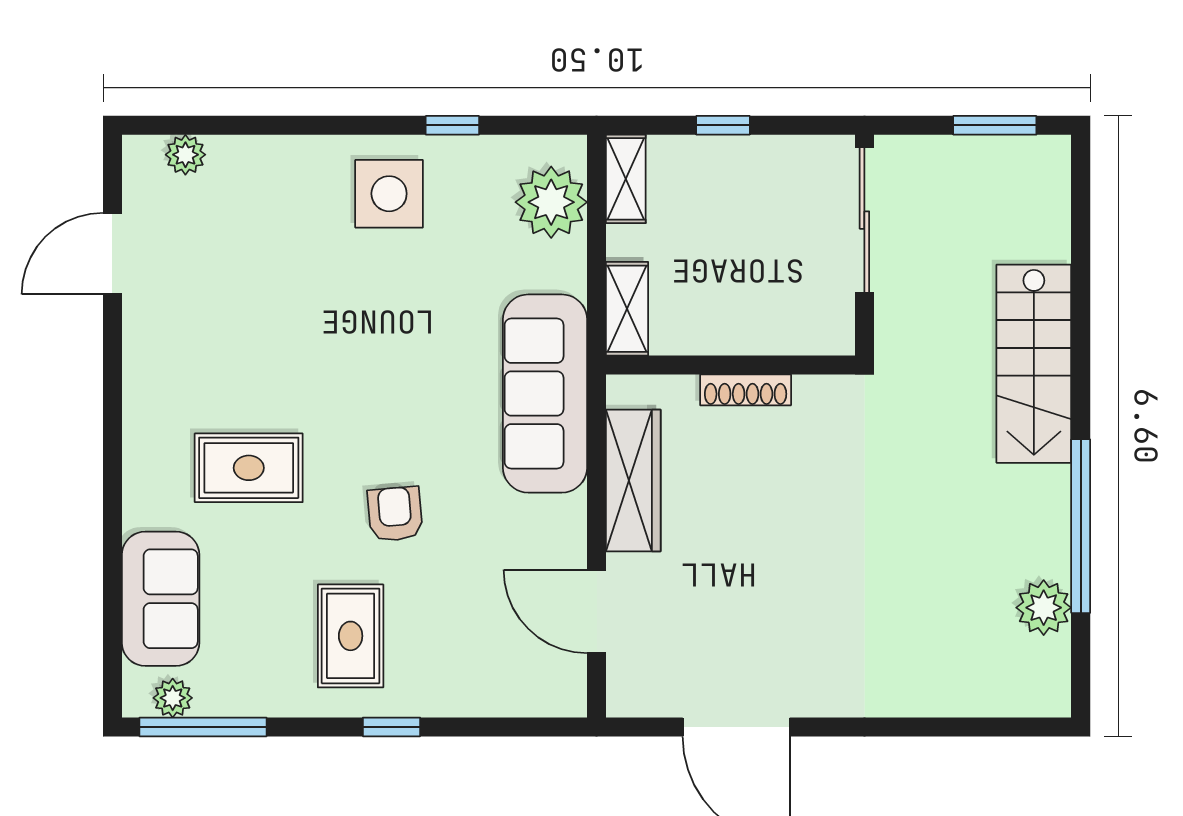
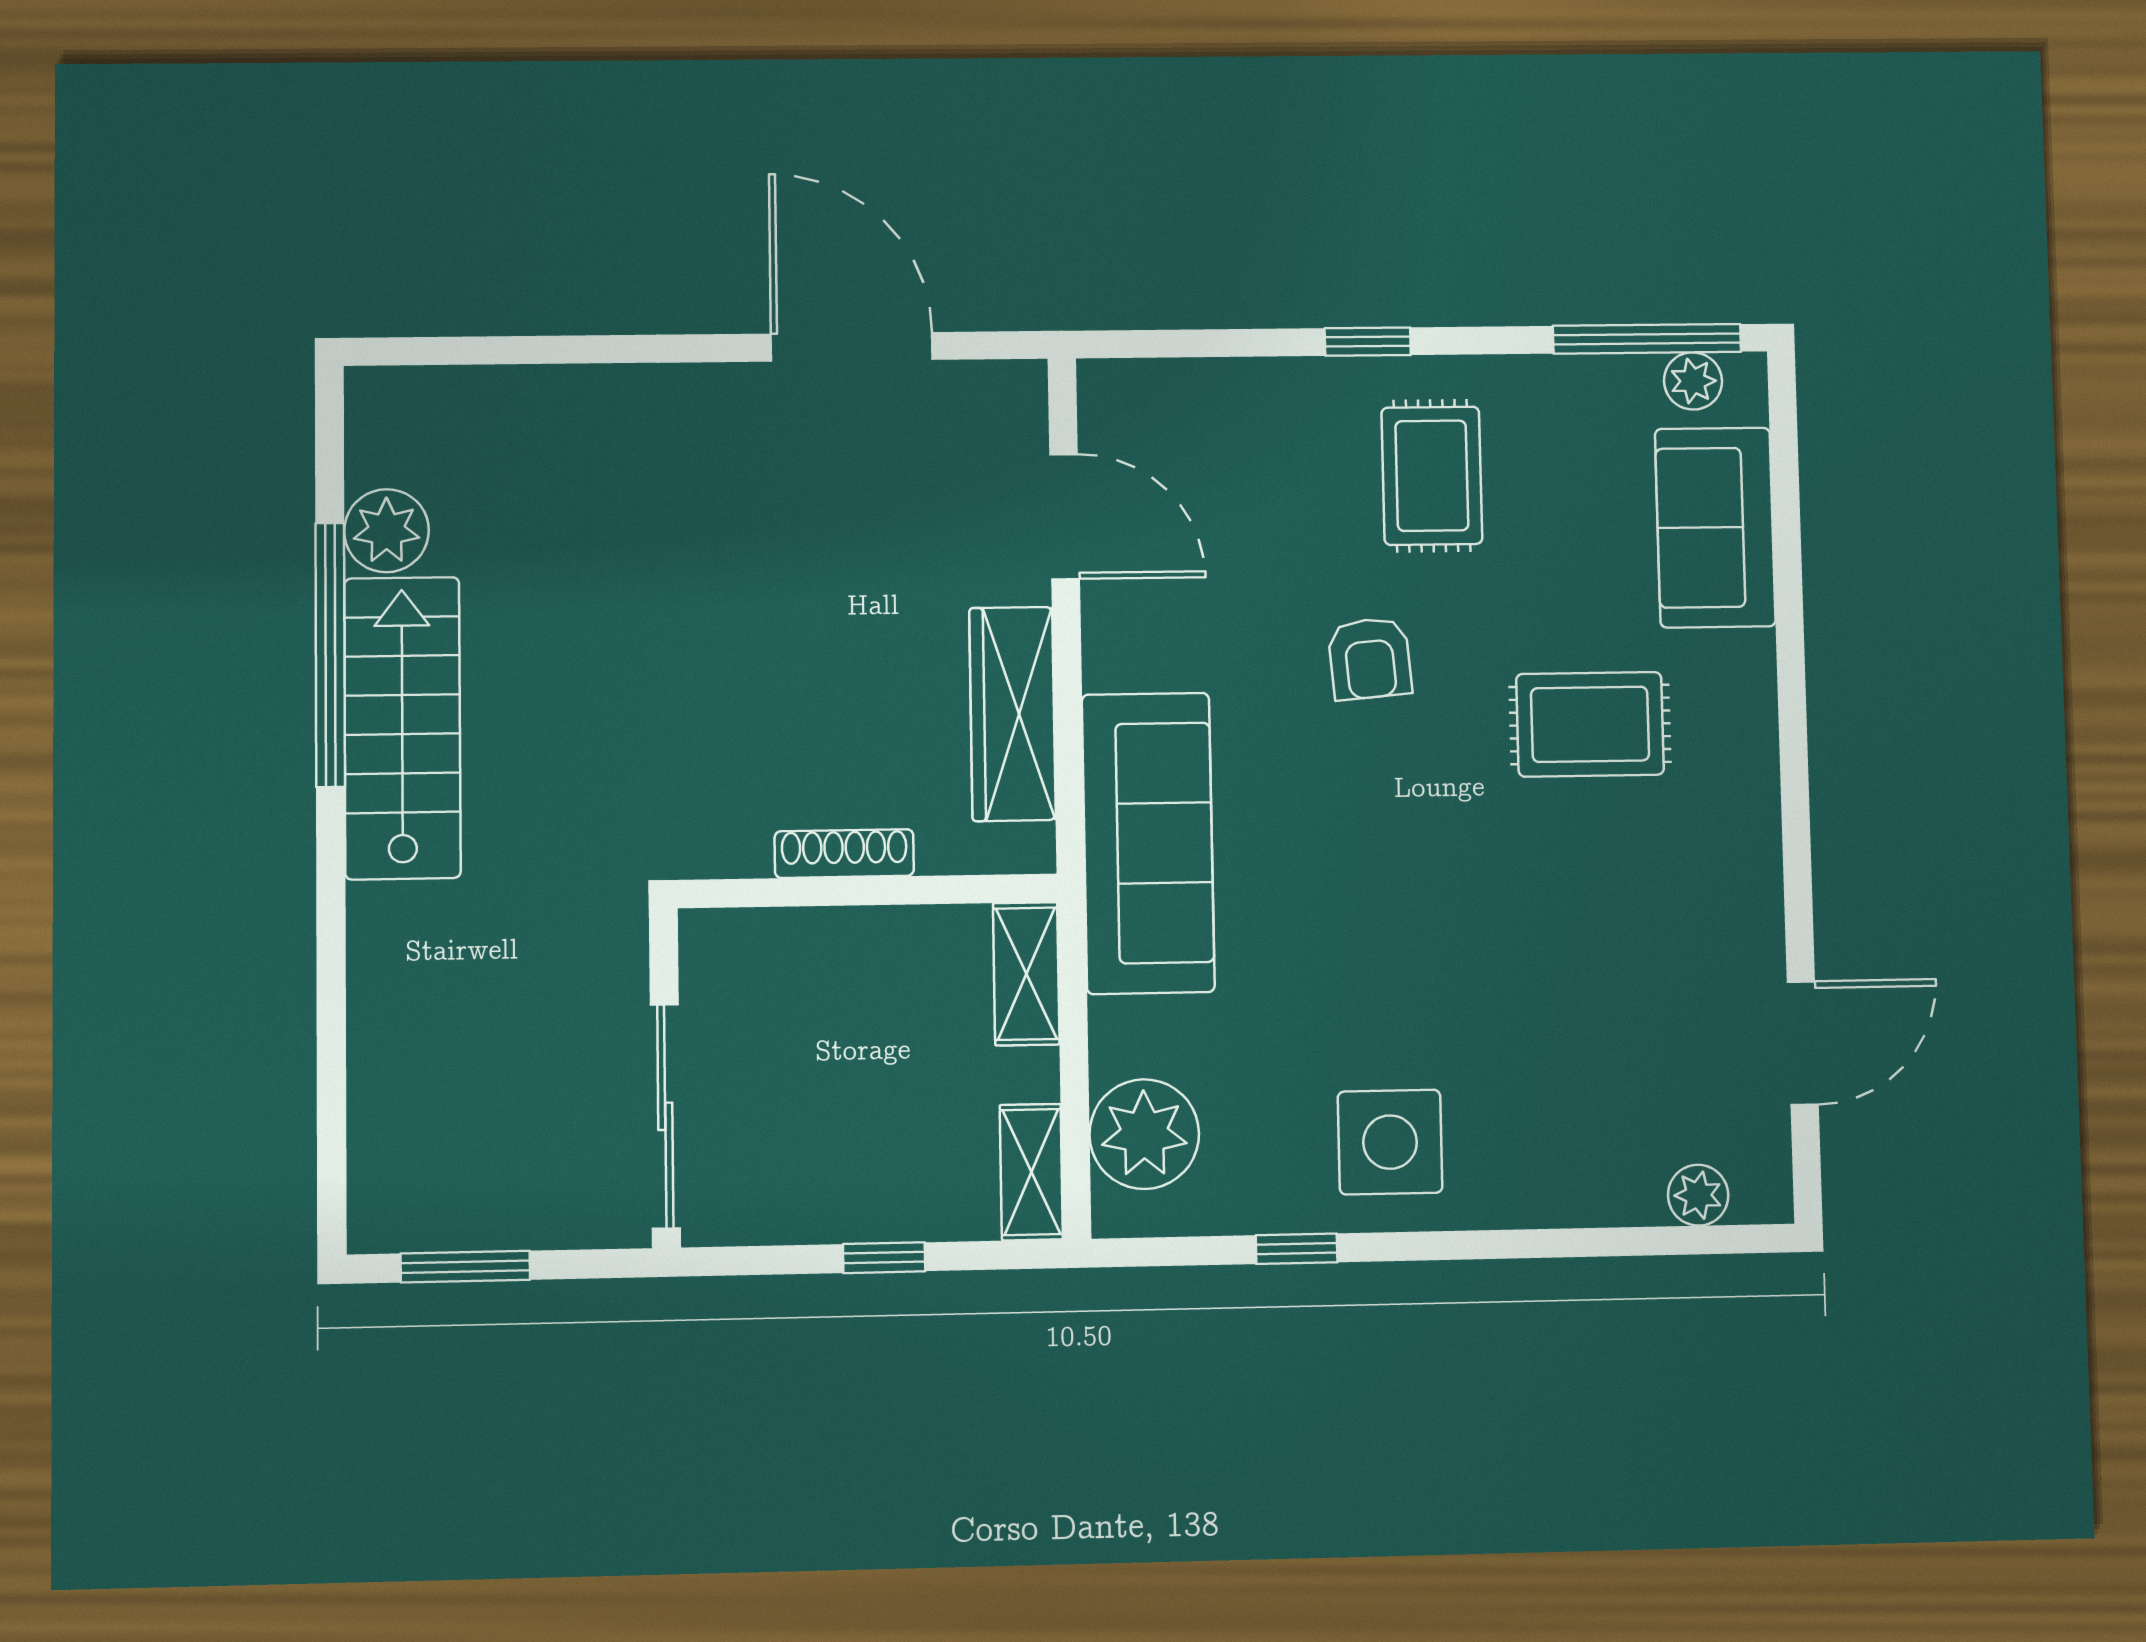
stairs: (1034, 364) -> (402, 728), moved

